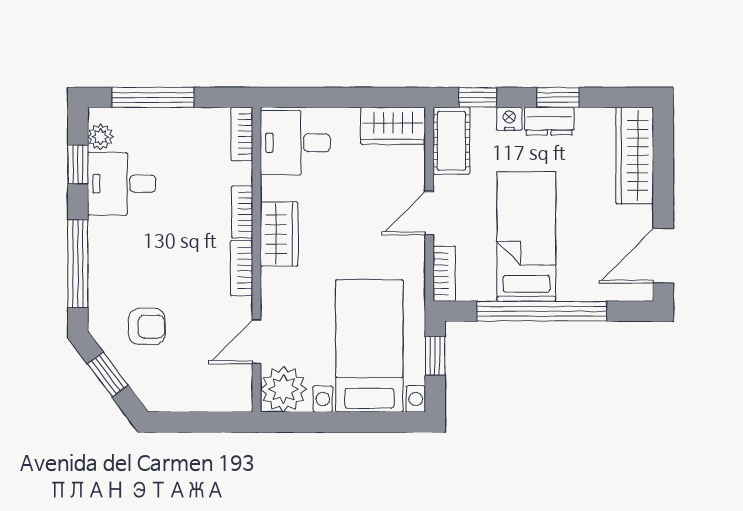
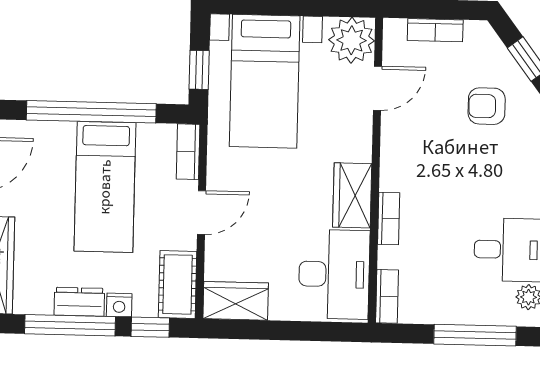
window: (558, 97) -> (70, 325), width x2.17
desk: (295, 143) -> (334, 274), width x1.37
bookcase: (242, 268) -> (435, 30), moved, turned 90

